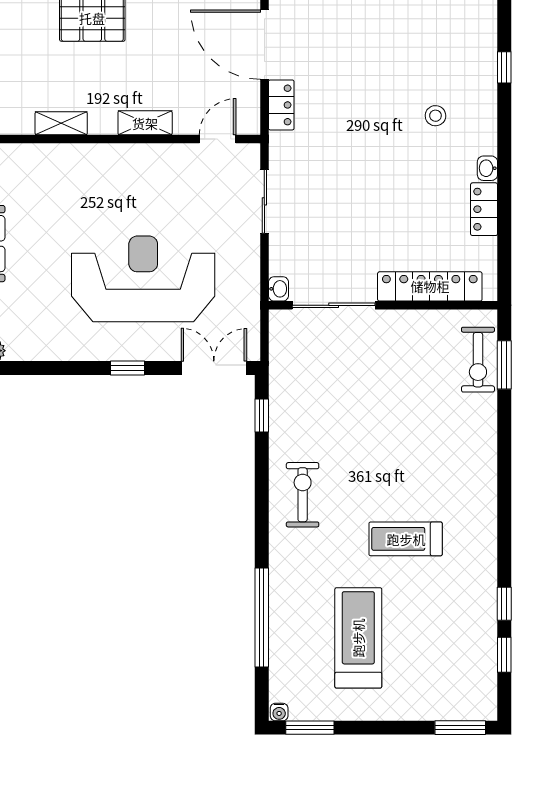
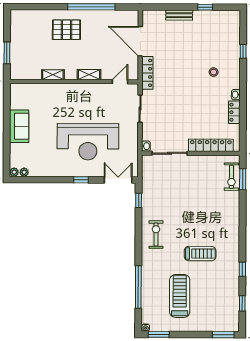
locker: (281, 105) -> (147, 73), width x1.53
reception desk: (143, 279) -> (88, 142), turned 180
treadmill: (406, 539) -> (200, 254), turned 180
window: (504, 604) -> (242, 269), moved

